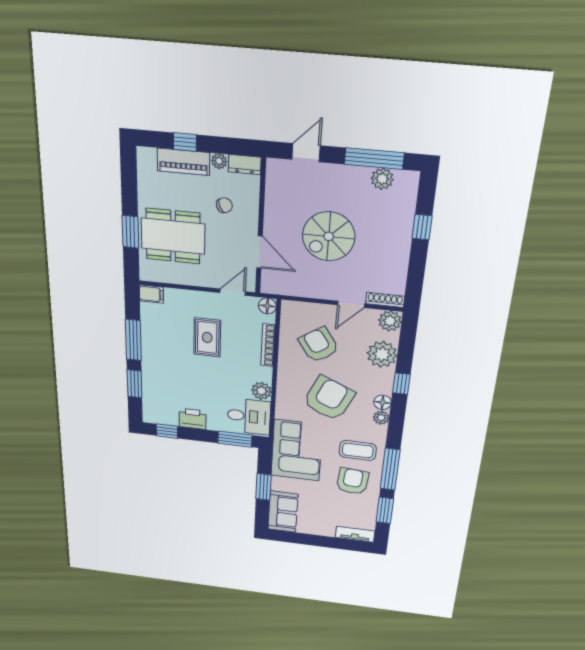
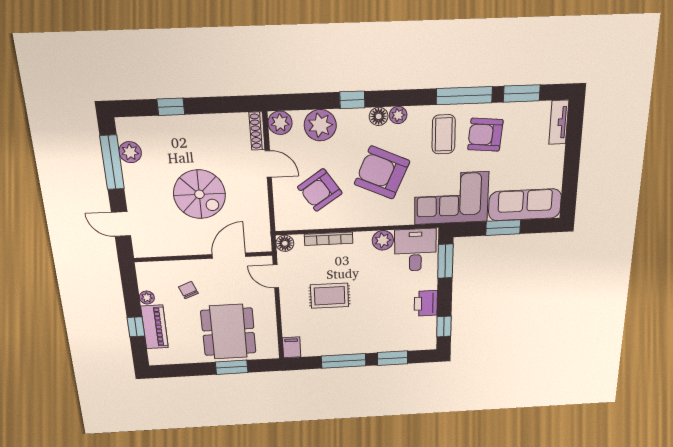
dresser: (245, 165) -> (145, 276), removed
sofa: (283, 512) -> (525, 205), width x1.36

